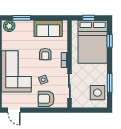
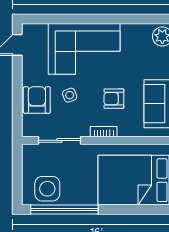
window: (110, 41) -> (137, 209), removed
window: (110, 83) -> (64, 209), width x2.11

